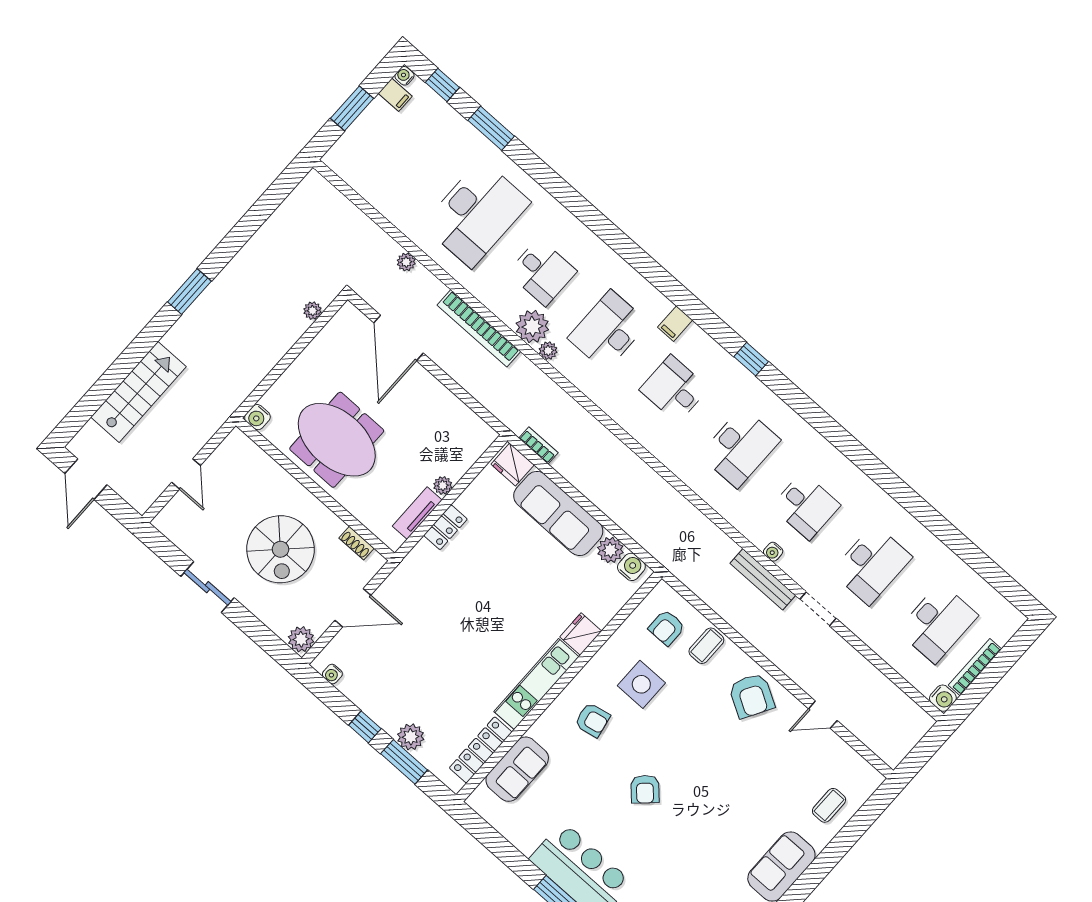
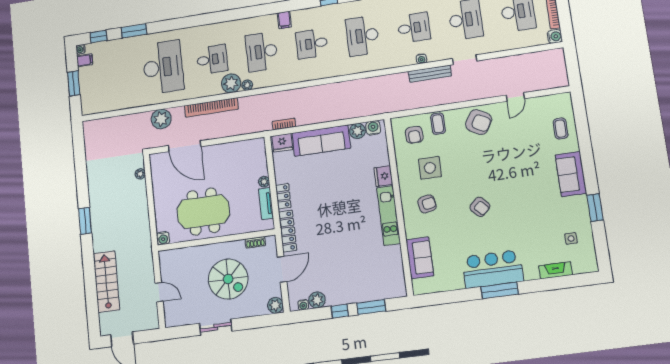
plant: (406, 262) -> (161, 119), width x1.87, depth x1.87
desk: (740, 448) -> (363, 36), turned 180
plant: (411, 737) -> (317, 300), moved
locker: (481, 750) -> (288, 231), moved, turned 180

